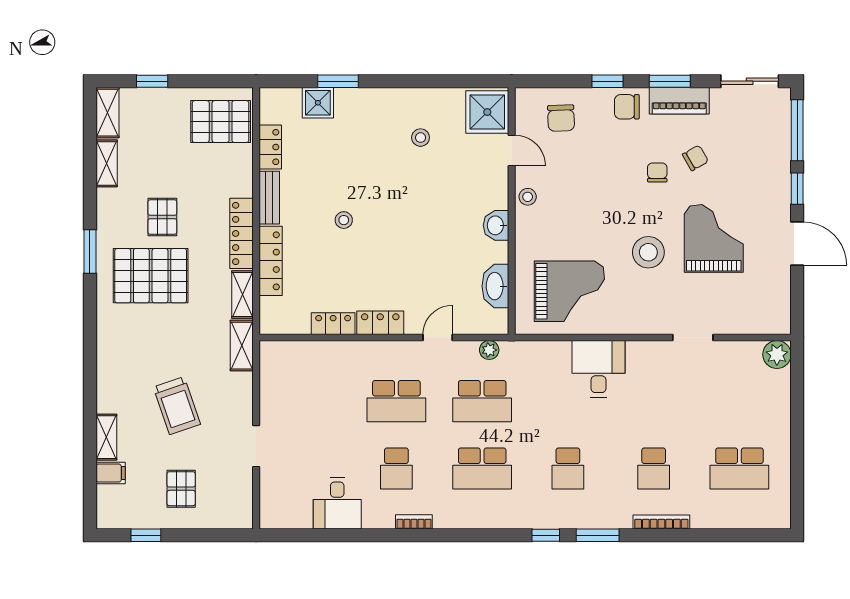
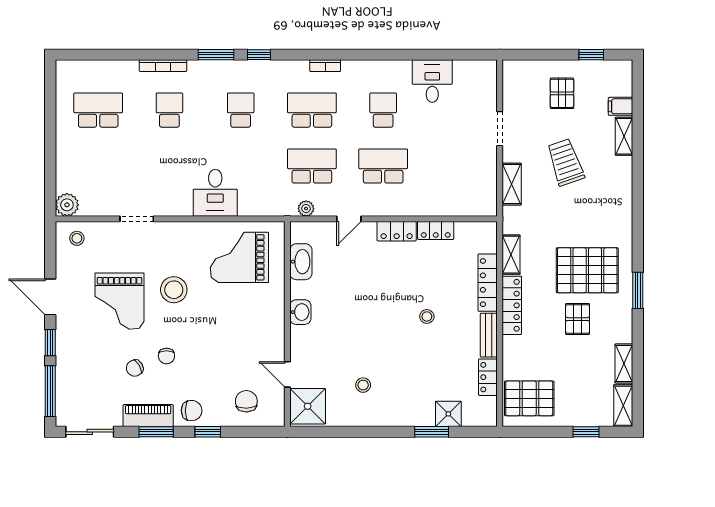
stool: (528, 197) -> (77, 238), moved
shelving: (242, 346) -> (512, 184), moved
bookcase: (414, 522) -> (325, 66), moved

